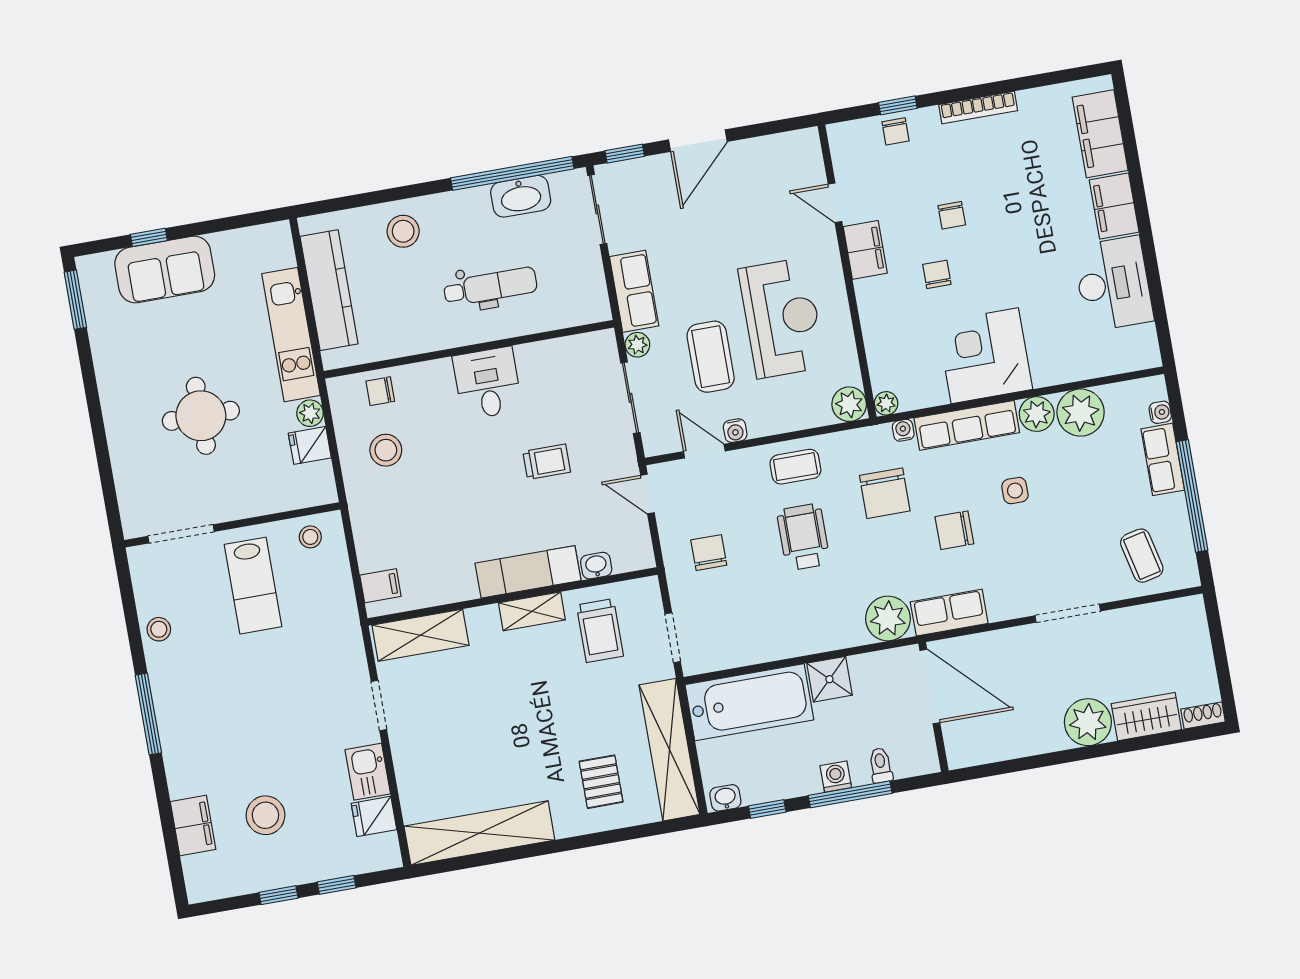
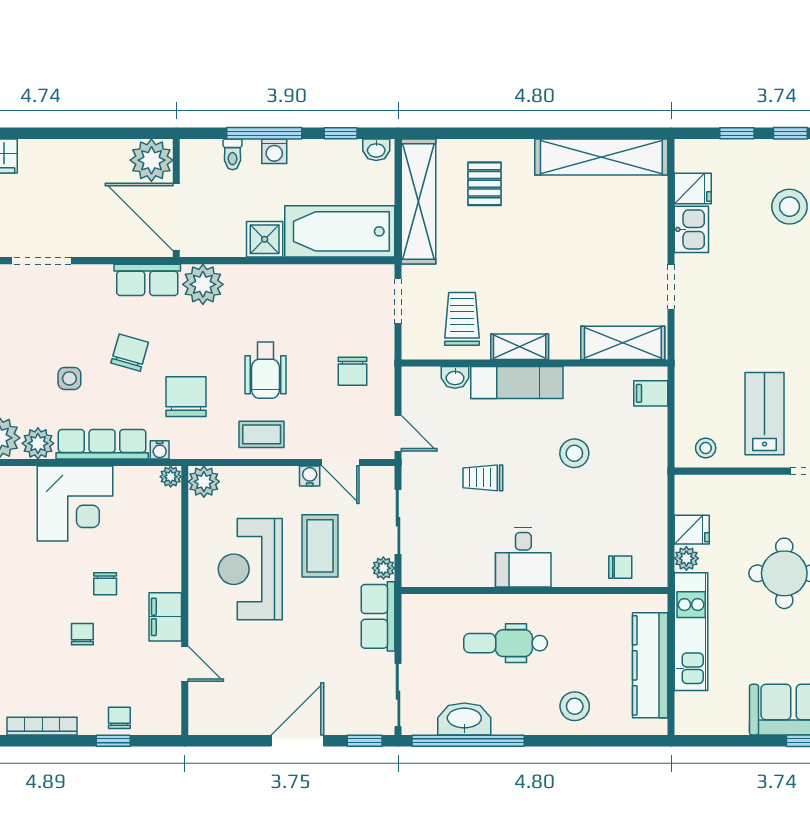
stool: (386, 450) -> (574, 453), moved
chair: (954, 530) -> (130, 353), turned -74
plant: (1088, 722) -> (151, 160), moved

